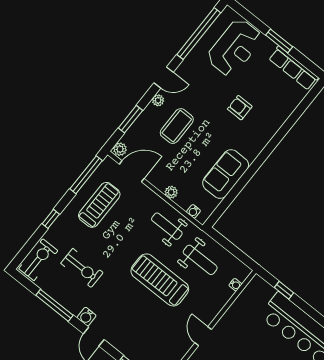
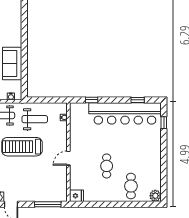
door: (203, 336) -> (68, 158), hinge flipped

